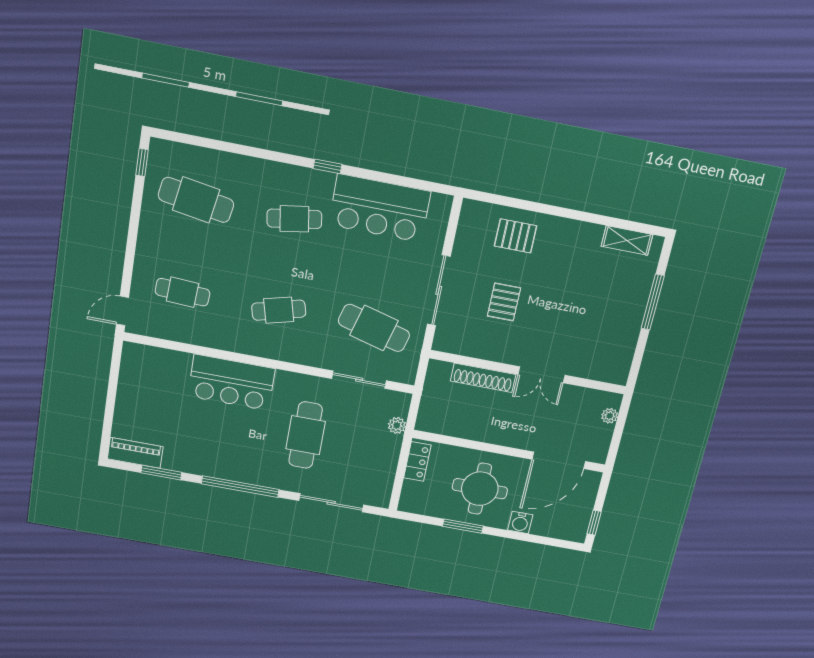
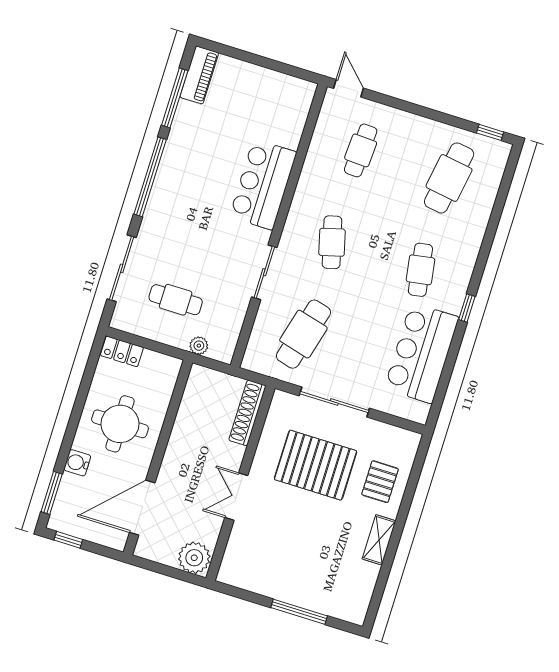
shelving: (627, 240) -> (379, 540), moved
pallet: (504, 302) -> (316, 465), width x2.05, depth x2.00
shoe rack: (483, 378) -> (247, 413), moved
sliding door: (359, 380) -> (264, 272), moved
plant: (610, 416) -> (194, 558), width x1.87, depth x1.87
cafe table: (306, 435) -> (176, 300), moved, width x0.73, depth x0.74
door: (559, 460) -> (142, 508), hinge flipped
locker: (417, 461) -> (122, 351), moved
window: (161, 473) -> (175, 98), width x1.44
window: (463, 526) -> (52, 493), moved

